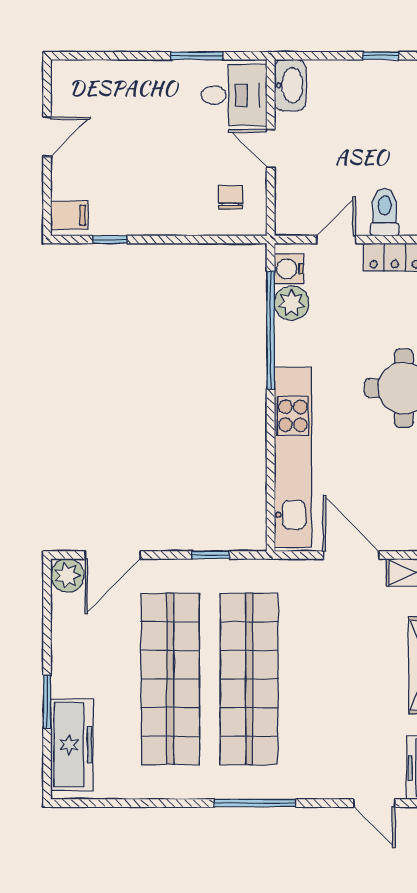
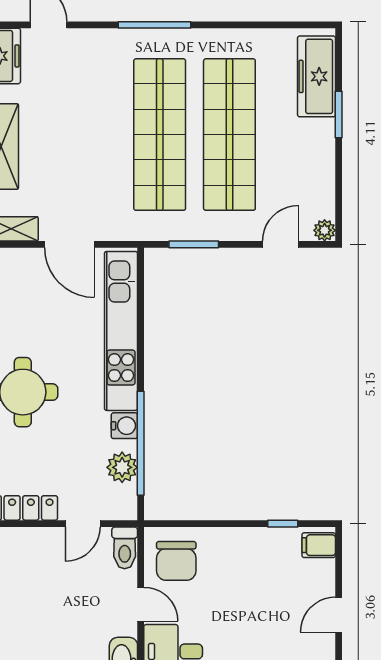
chair: (230, 197) -> (176, 561), width x1.87, depth x1.87
toilet: (385, 212) -> (125, 548), moved
water cooler: (289, 269) -> (124, 426), moved
door: (113, 555) -> (280, 244), width x0.73
window: (211, 555) -> (194, 244), width x1.50
plant: (67, 575) -> (325, 230), width x0.73, depth x0.73

